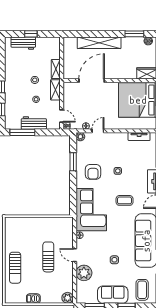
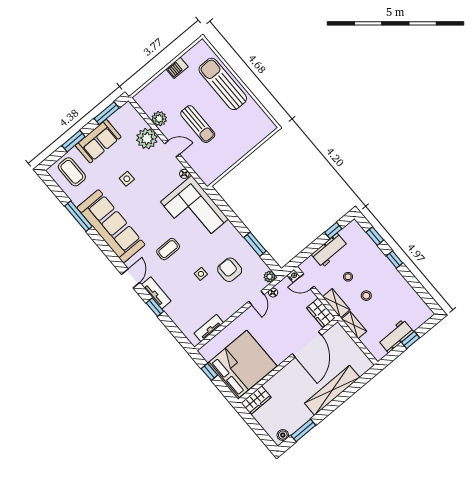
workbench: (23, 43) -> (396, 336), moved
wardrobe: (69, 92) -> (321, 313), added
window: (22, 132) -> (333, 231), width x0.46
armchair: (93, 172) -> (230, 270), moved
sun lounger: (15, 268) -> (223, 84), width x1.36, depth x1.34
plant: (68, 298) -> (159, 119), moved

